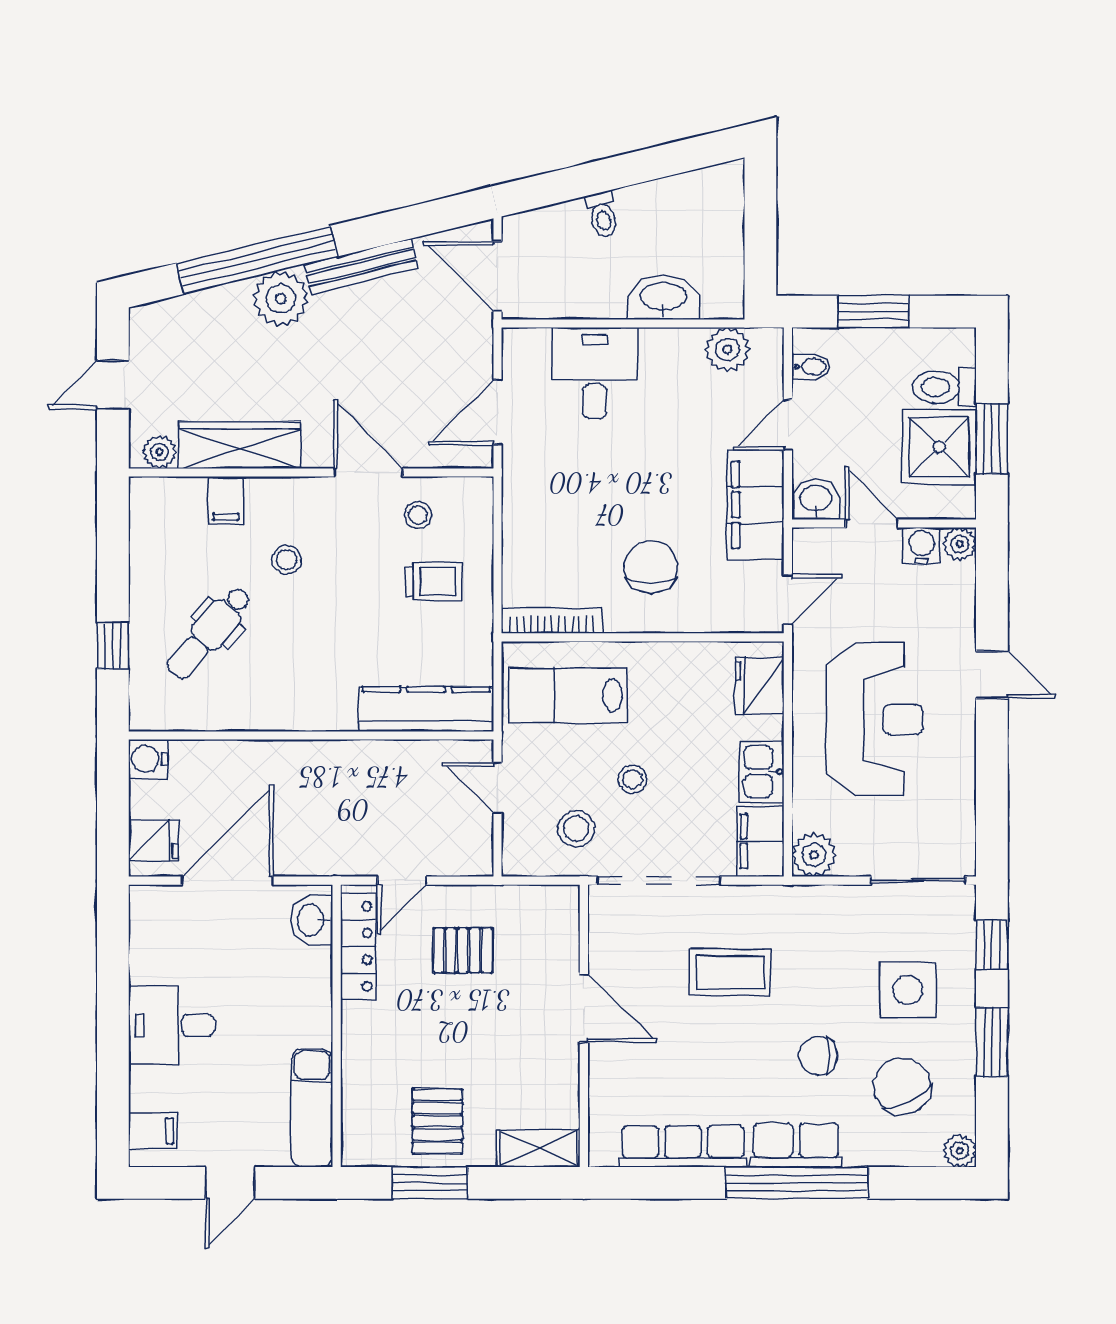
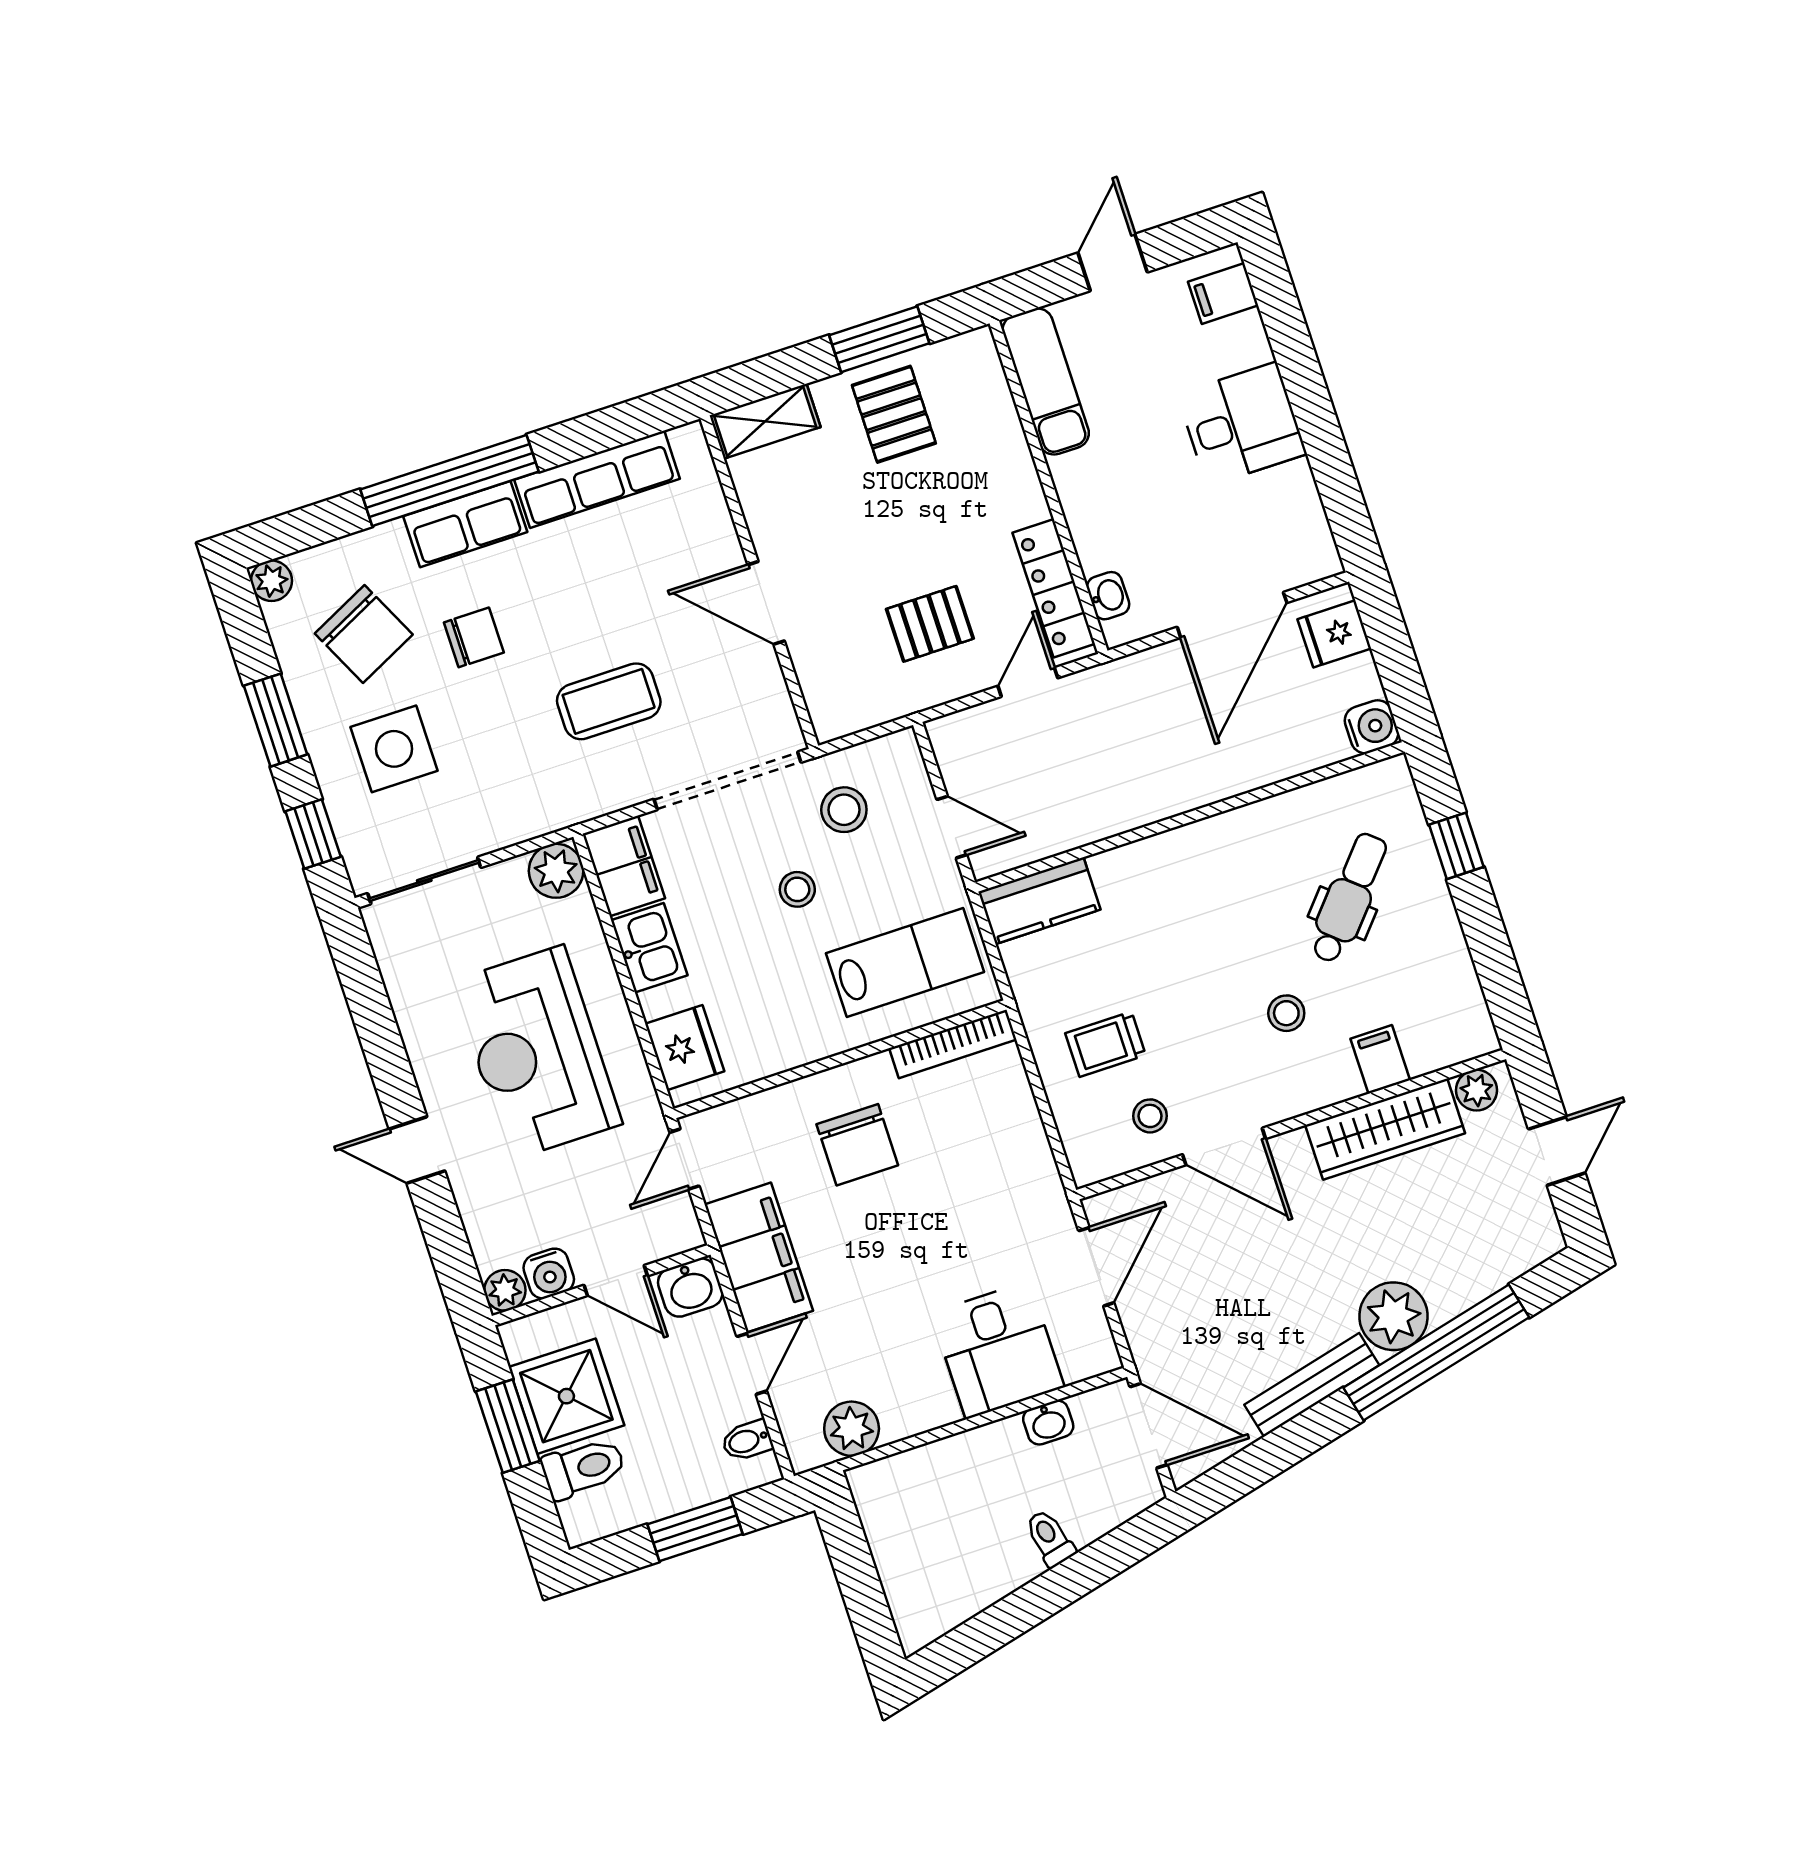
washbasin: (663, 297) -> (1048, 1423), moved, width x0.52, depth x0.69
kitchen counter: (426, 709) -> (1039, 901), width x0.67
washbasin: (312, 920) -> (1108, 596), width x0.72, depth x0.69

